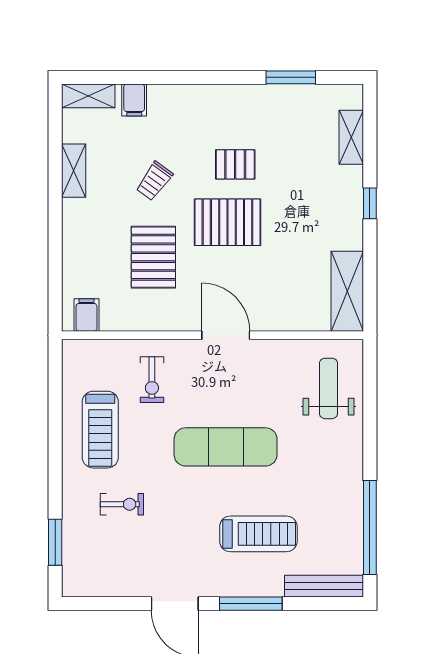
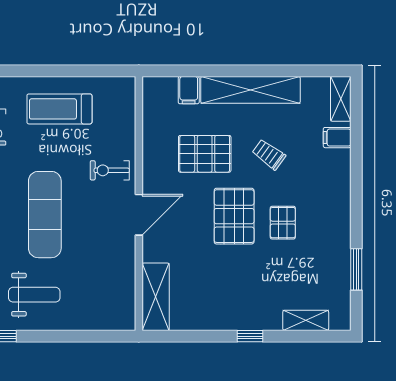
shelving: (74, 171) -> (250, 90), width x2.20, depth x1.33
shelving: (347, 291) -> (156, 297), moved, turned 90
filing cabinet: (86, 315) -> (189, 90), moved, turned 90
exercise bike: (152, 380) -> (110, 170), moved
weight bench: (328, 388) -> (34, 295), moved

